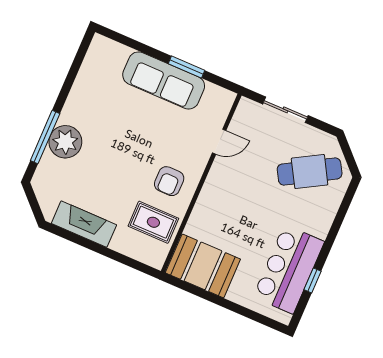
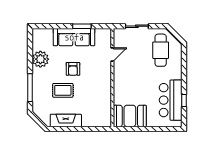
plant: (65, 142) -> (40, 59), moved
cafe table: (310, 171) -> (161, 50), turned -60
armchair: (169, 181) -> (73, 69), moved
rug: (153, 222) -> (63, 90), moved

